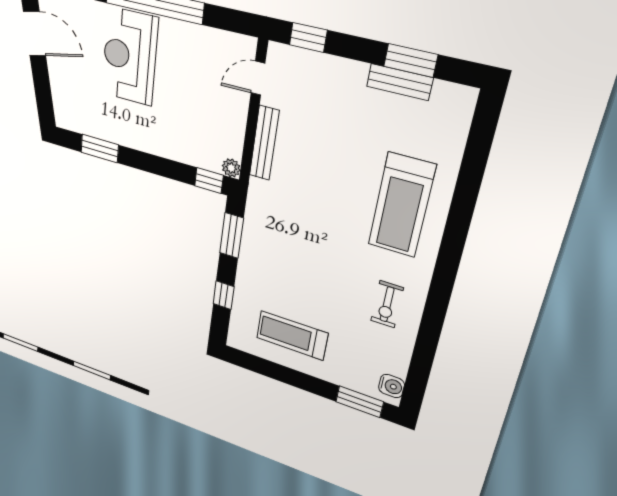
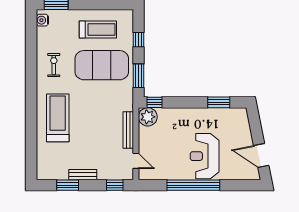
reception desk: (130, 56) -> (205, 156), turned 180
door: (258, 78) -> (136, 161), hinge flipped
bench: (400, 82) -> (83, 175), moved
plant: (231, 168) -> (148, 117), width x1.88, depth x1.88
exercise mat: (295, 275) -> (102, 65), added

